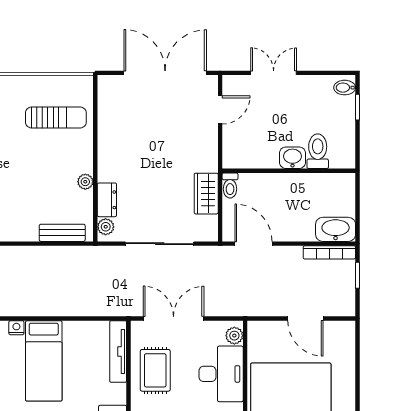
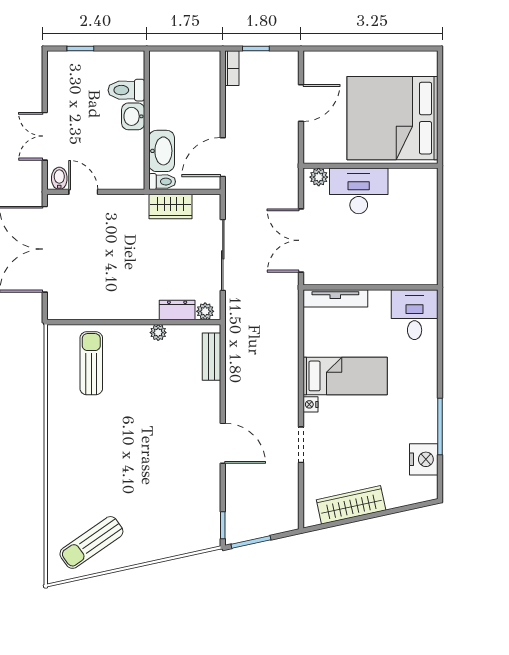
bidet: (345, 88) -> (59, 178), moved, turned 180
washbasin: (336, 229) -> (162, 151), moved, turned 180
bookcase: (329, 252) -> (232, 68), width x0.64
rug: (155, 370) -> (355, 260), removed

